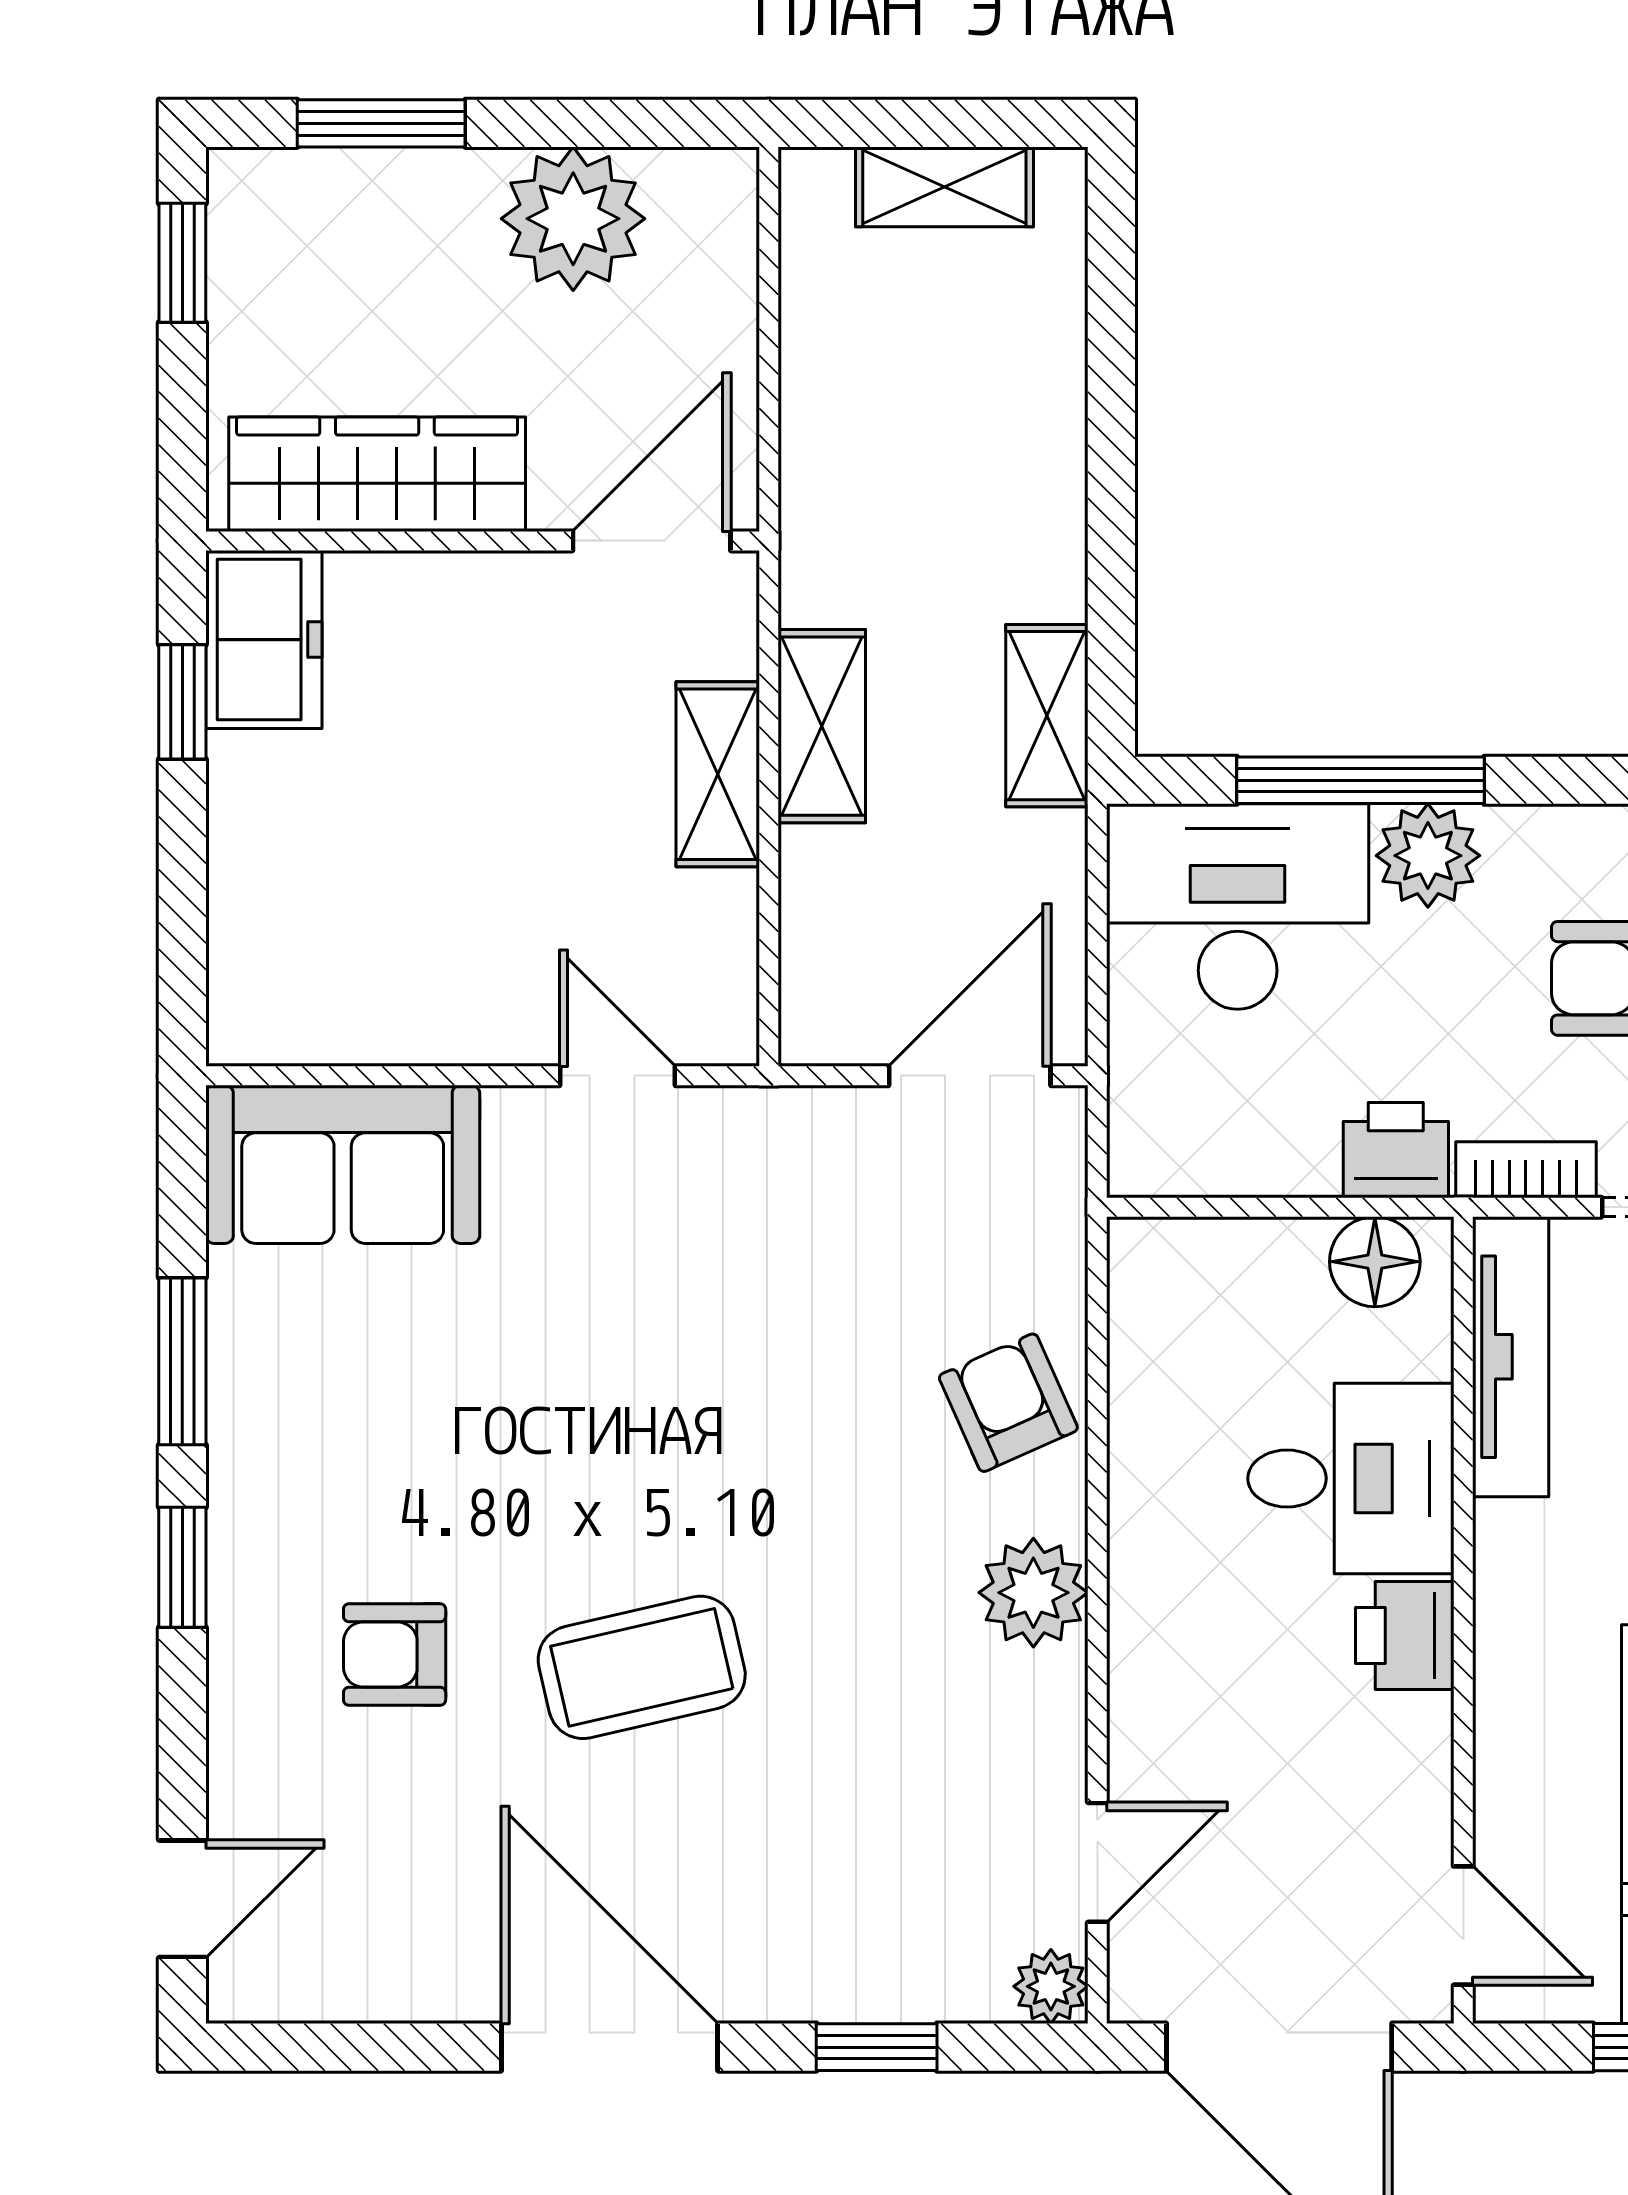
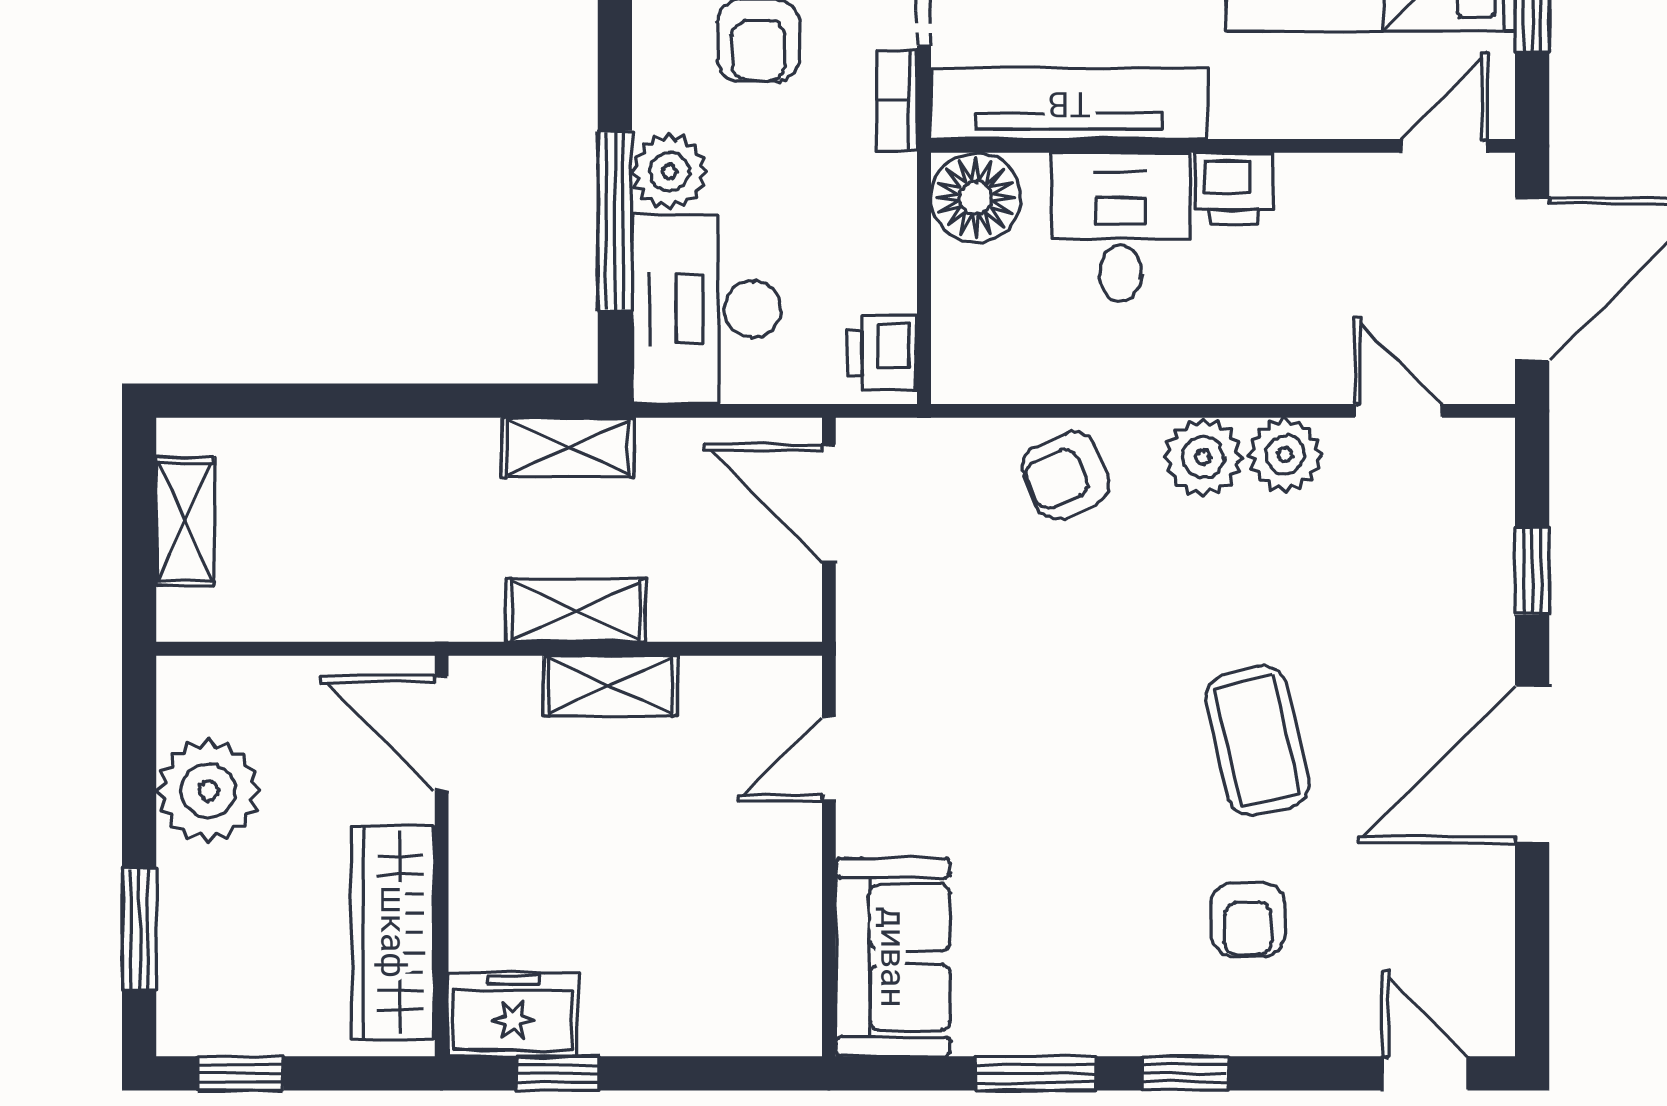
printer: (1396, 1150) -> (883, 353), moved
floor lamp: (1375, 1262) -> (976, 198), width x1.38, depth x1.38
tv unit: (1511, 1357) -> (1069, 104), width x1.36, depth x1.29
plant: (1051, 1986) -> (1285, 455), moved, width x1.38, depth x1.38

